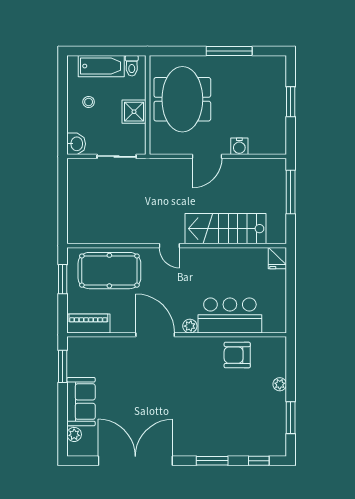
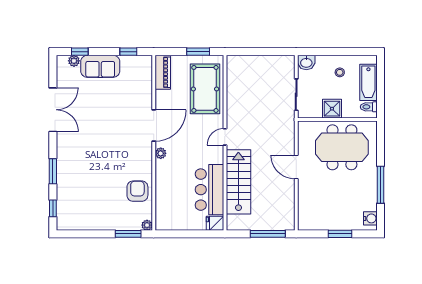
water cooler: (239, 146) -> (370, 218), moved, turned 180
bar counter: (230, 315) -> (209, 190), moved, turned 180
window: (63, 366) -> (128, 52), width x0.67
plant: (280, 384) -> (147, 225), moved
window: (291, 418) -> (128, 234), moved
window: (63, 427) -> (80, 52), added
double door: (135, 461) -> (53, 110), width x0.73

